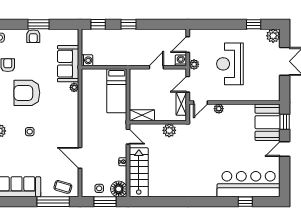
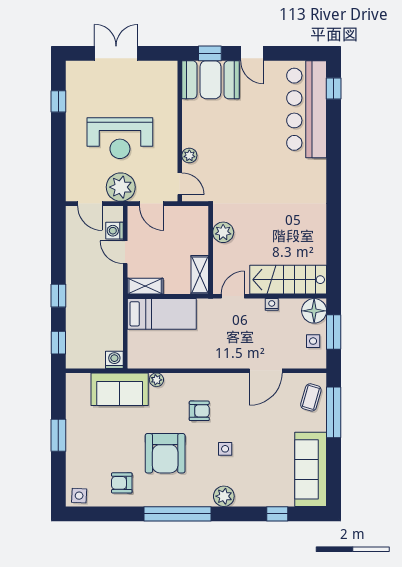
armchair: (33, 36) -> (199, 411), moved
plant: (273, 36) -> (76, 71), removed
washing machine: (181, 60) -> (115, 231), moved
plant: (194, 64) -> (121, 187), width x1.88, depth x1.88
shelving: (181, 104) -> (145, 286), moved
window: (245, 202) -> (334, 88), moved

